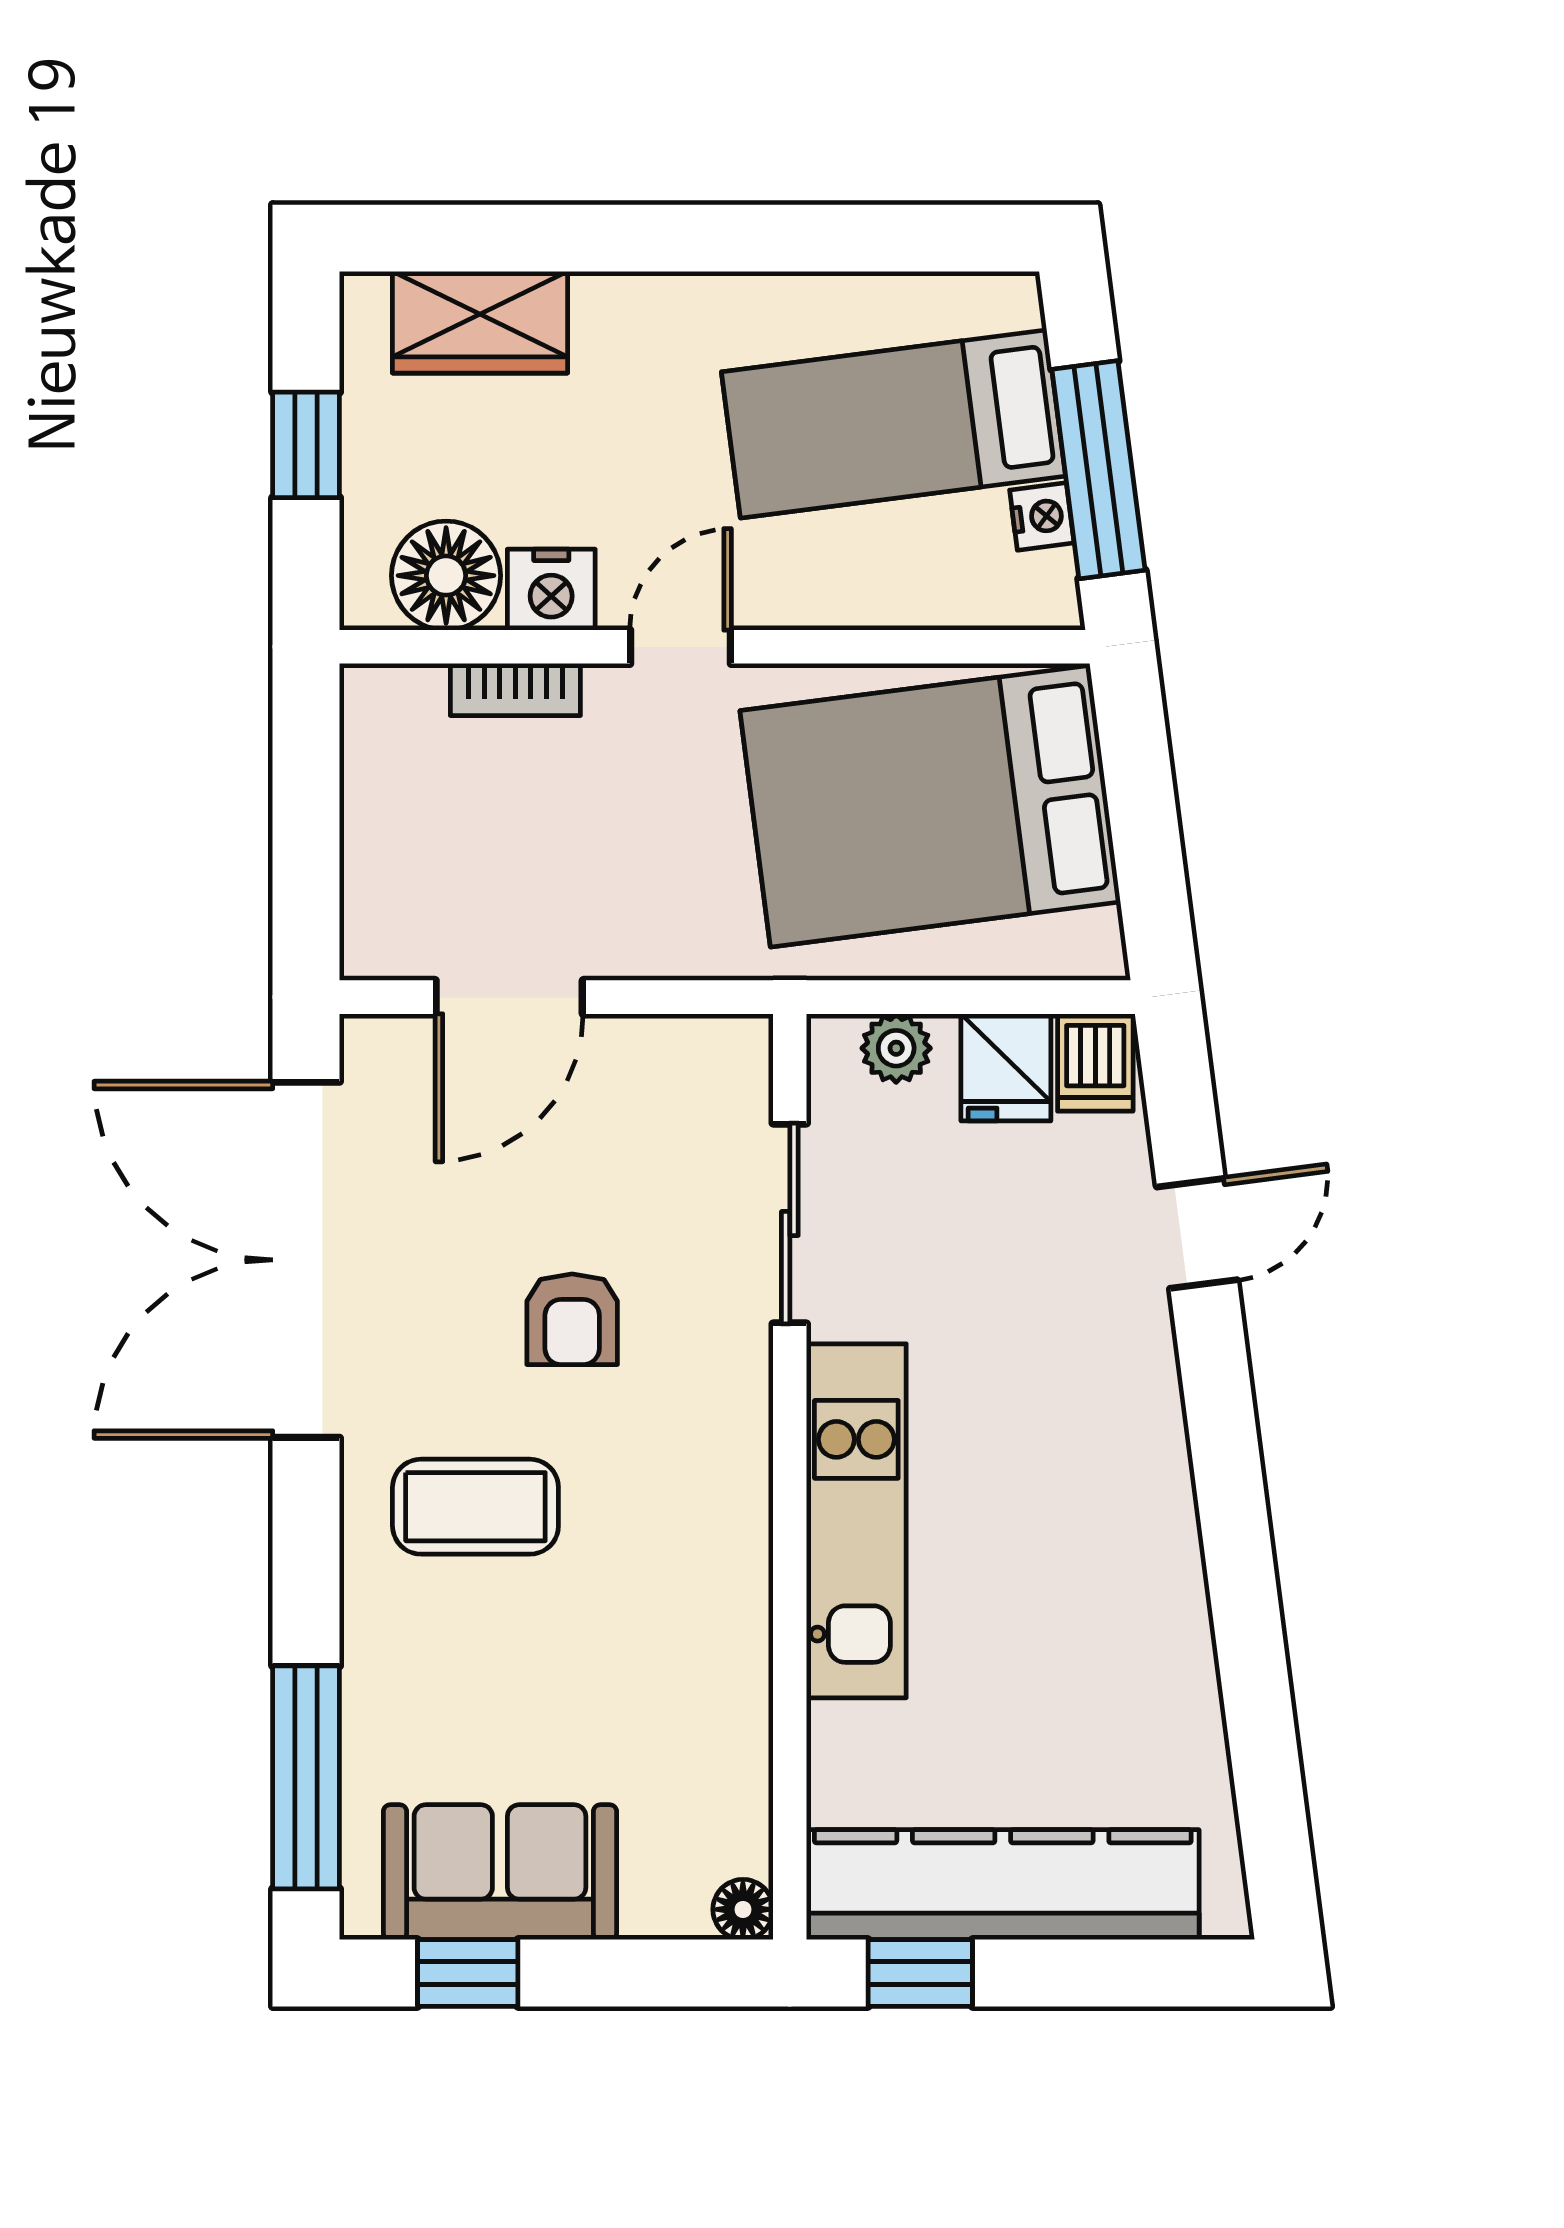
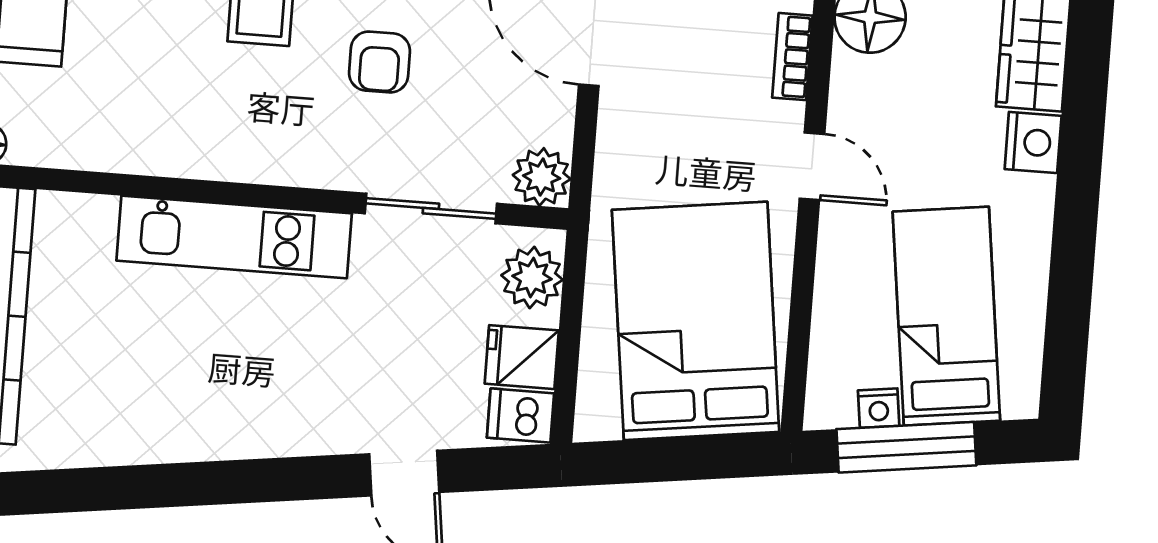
nightstand: (551, 590) -> (1033, 142), moved, turned 180
plant: (896, 1048) -> (532, 278), width x1.38, depth x1.38
plant: (729, 1058) -> (542, 177), added
armchair: (572, 1319) -> (379, 62), turned -90

